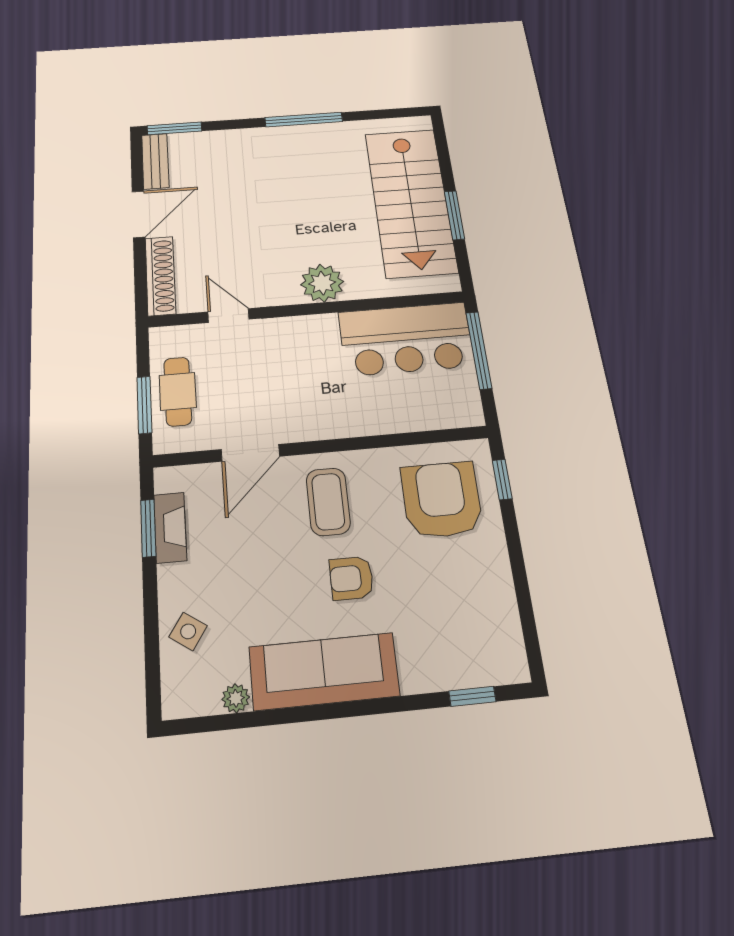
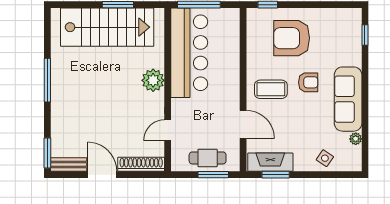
bar counter: (406, 339) -> (189, 53), width x1.36
armchair: (442, 500) -> (292, 38), moved
fireplace: (170, 528) -> (270, 162), width x1.37, depth x1.32
armchair: (351, 578) -> (308, 82), turned -90

